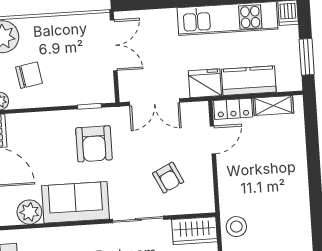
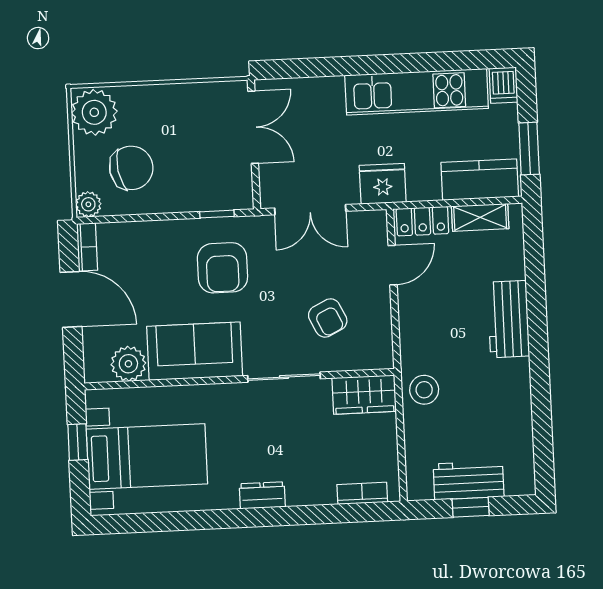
chair: (29, 75) -> (131, 168), width x1.37, depth x1.37
kitchen counter: (249, 81) -> (480, 180), moved
workbench: (294, 176) -> (508, 319), added

